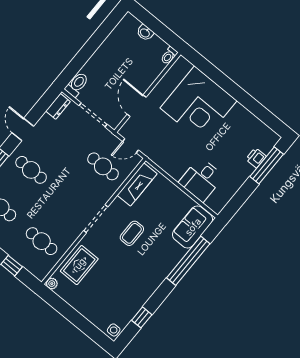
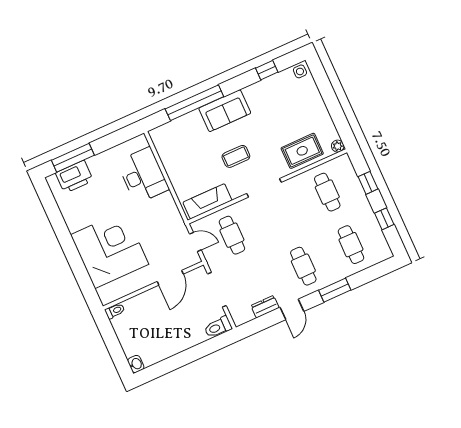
washbasin: (145, 33) -> (136, 364), moved
dresser: (58, 106) -> (265, 307), moved
printer: (256, 158) -> (74, 177), width x1.87, depth x1.48
desk: (201, 179) -> (143, 175), width x1.37
sofa: (193, 227) -> (225, 111), moved

